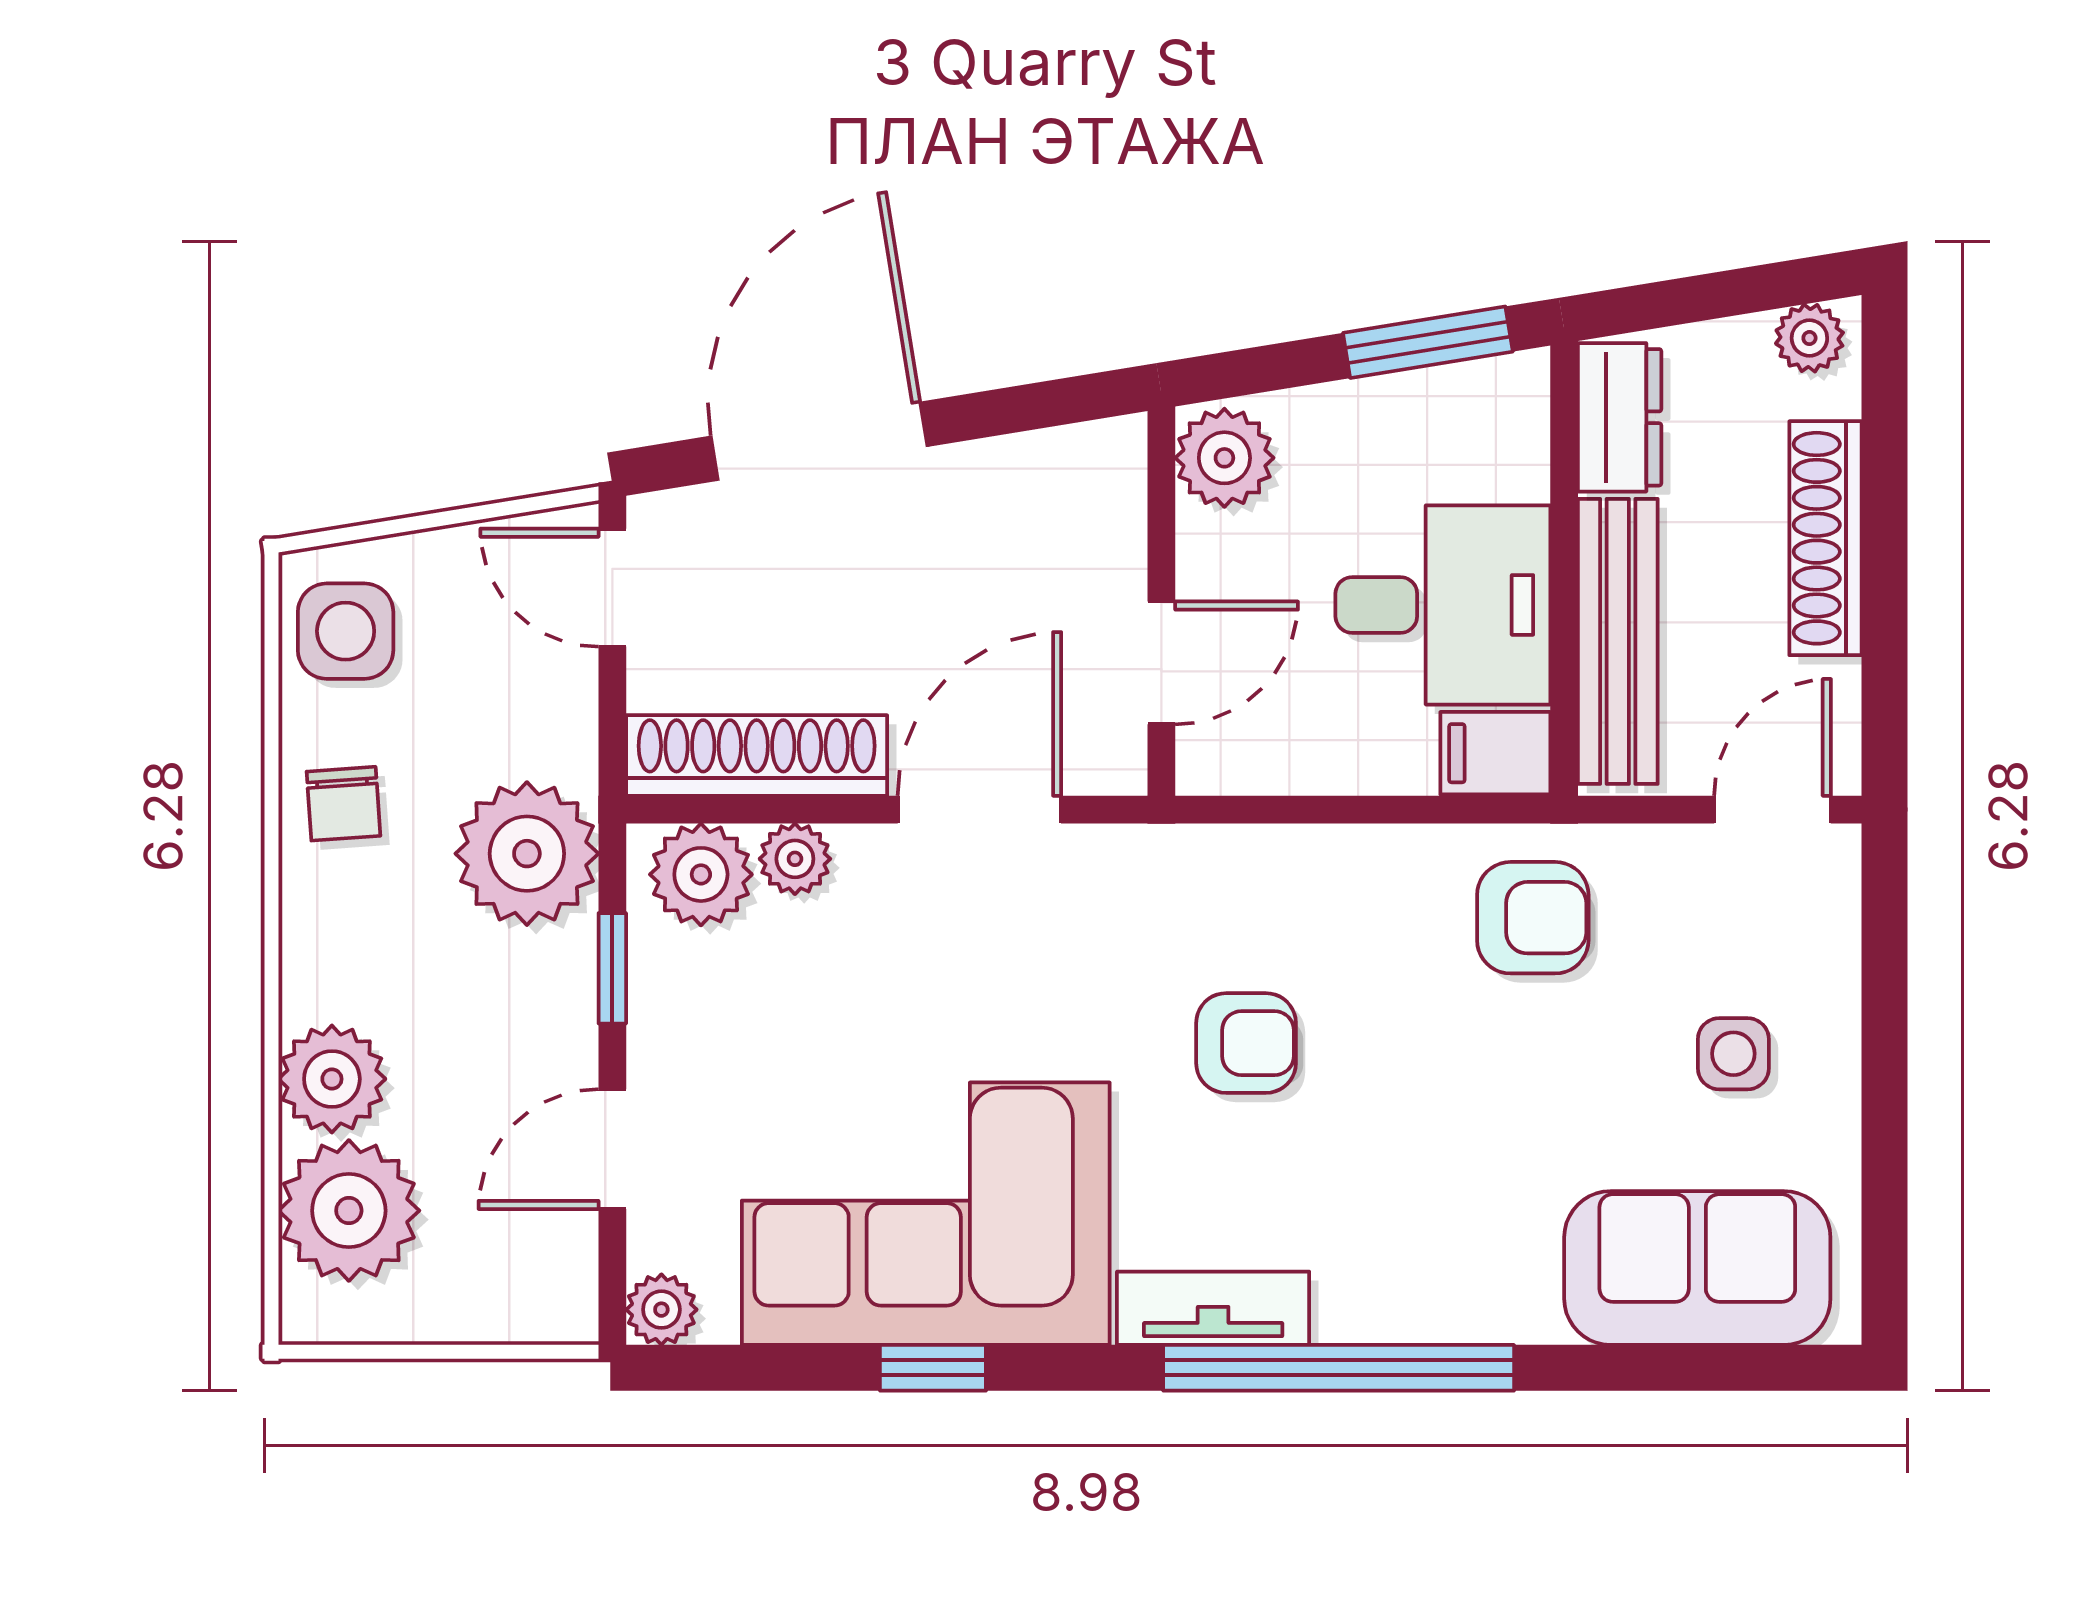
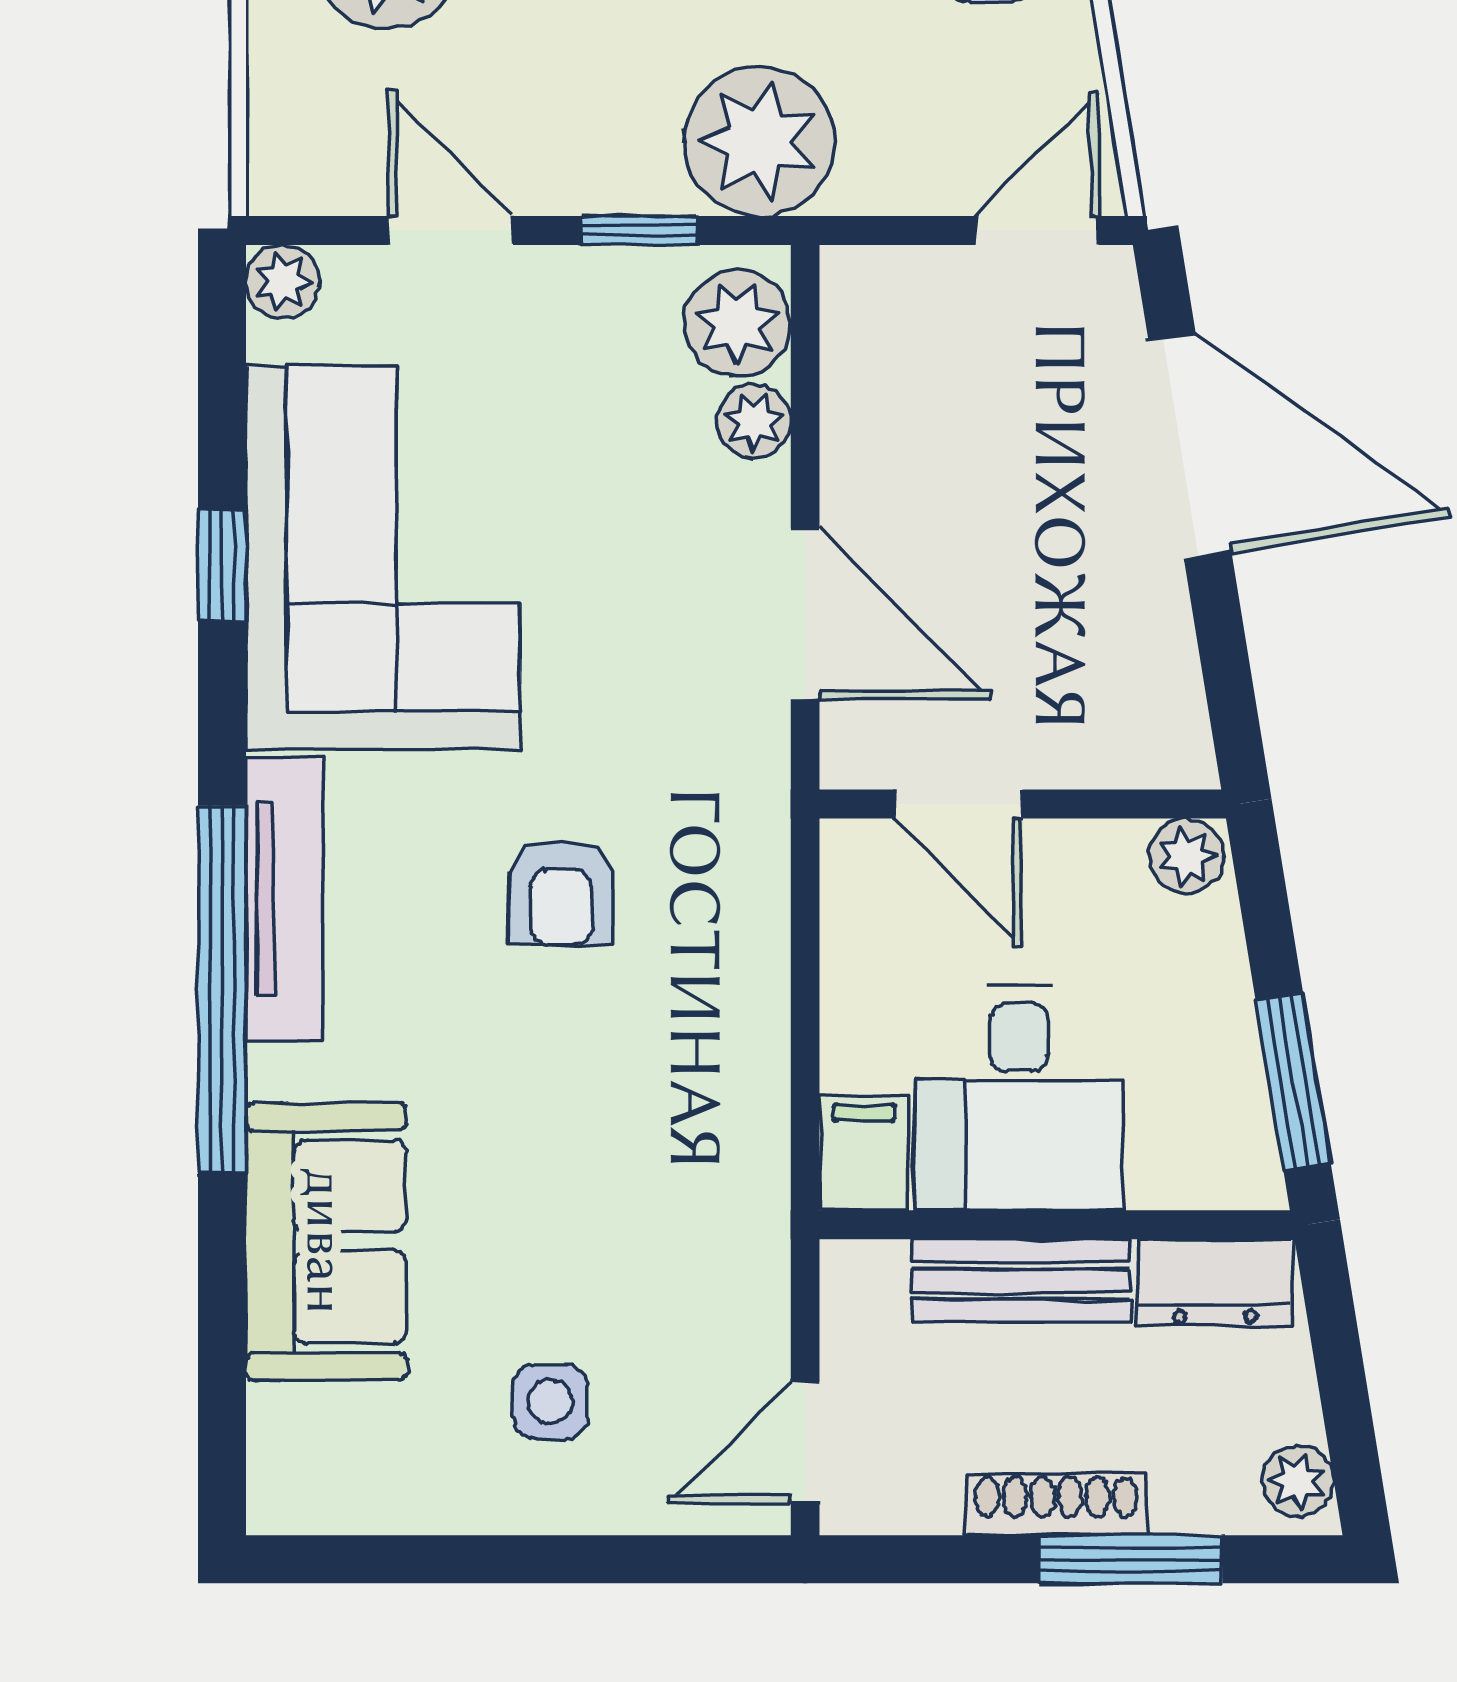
plant: (1224, 458) -> (1187, 856), width x0.73, depth x0.73
window: (1884, 498) -> (1130, 1559), added
shoe rack: (1825, 538) -> (1056, 1505), width x0.74, depth x0.81
bench: (1618, 641) -> (1021, 1281), width x0.73
shoe rack: (757, 756) -> (862, 381), removed
door: (1772, 810) -> (805, 1442), swing flipped
armchair: (1533, 918) -> (692, 1192), removed
sofa: (1697, 1268) -> (326, 1241), moved
tv unit: (1213, 1308) -> (284, 899), width x1.41

